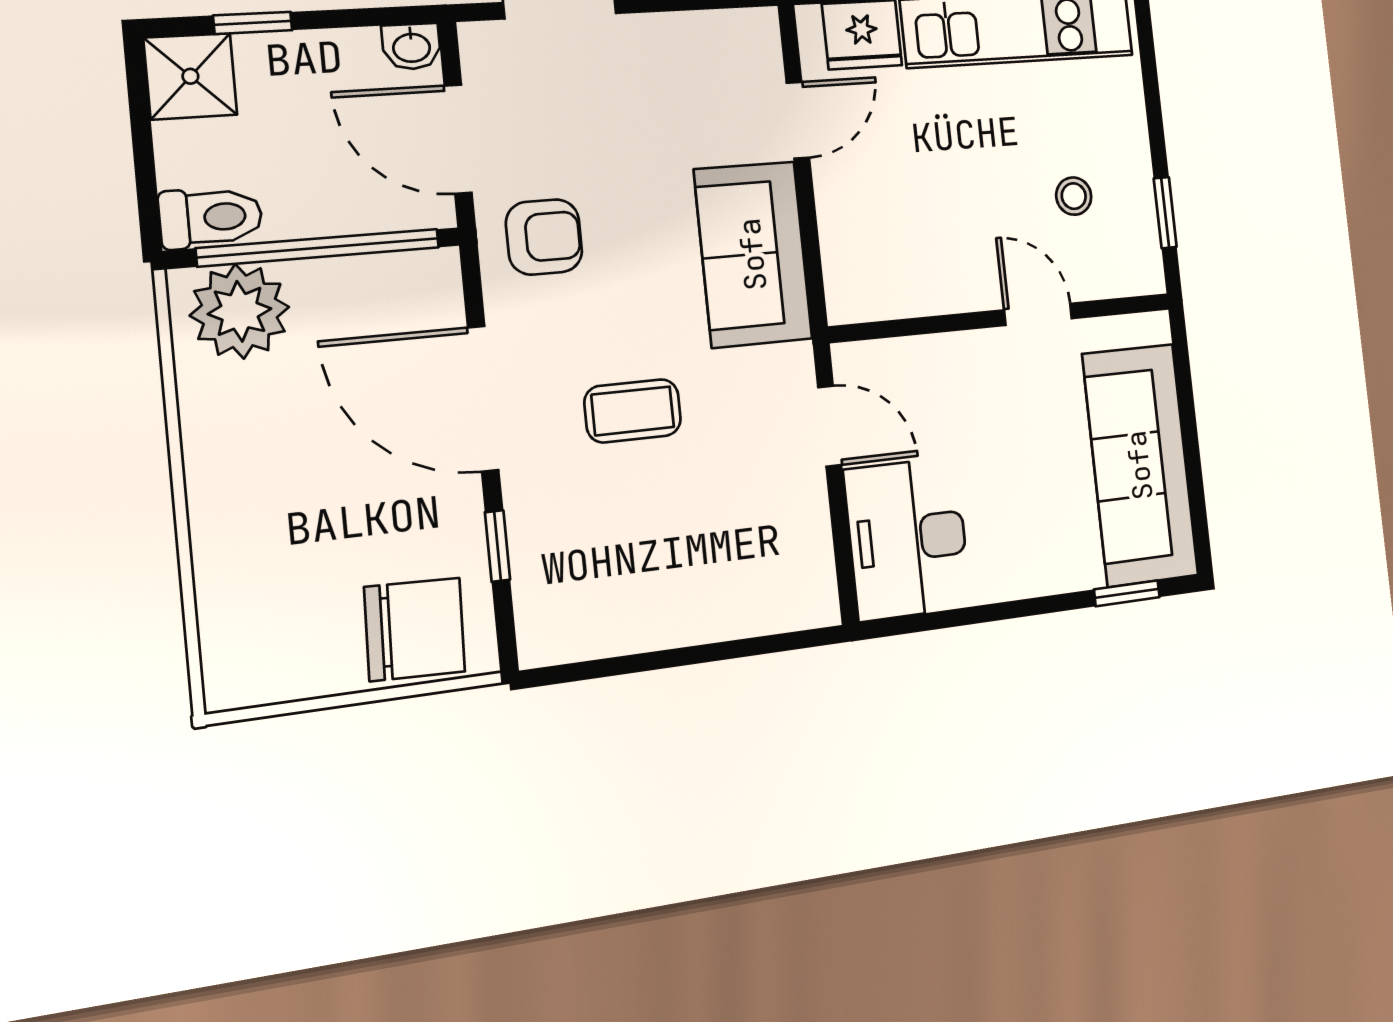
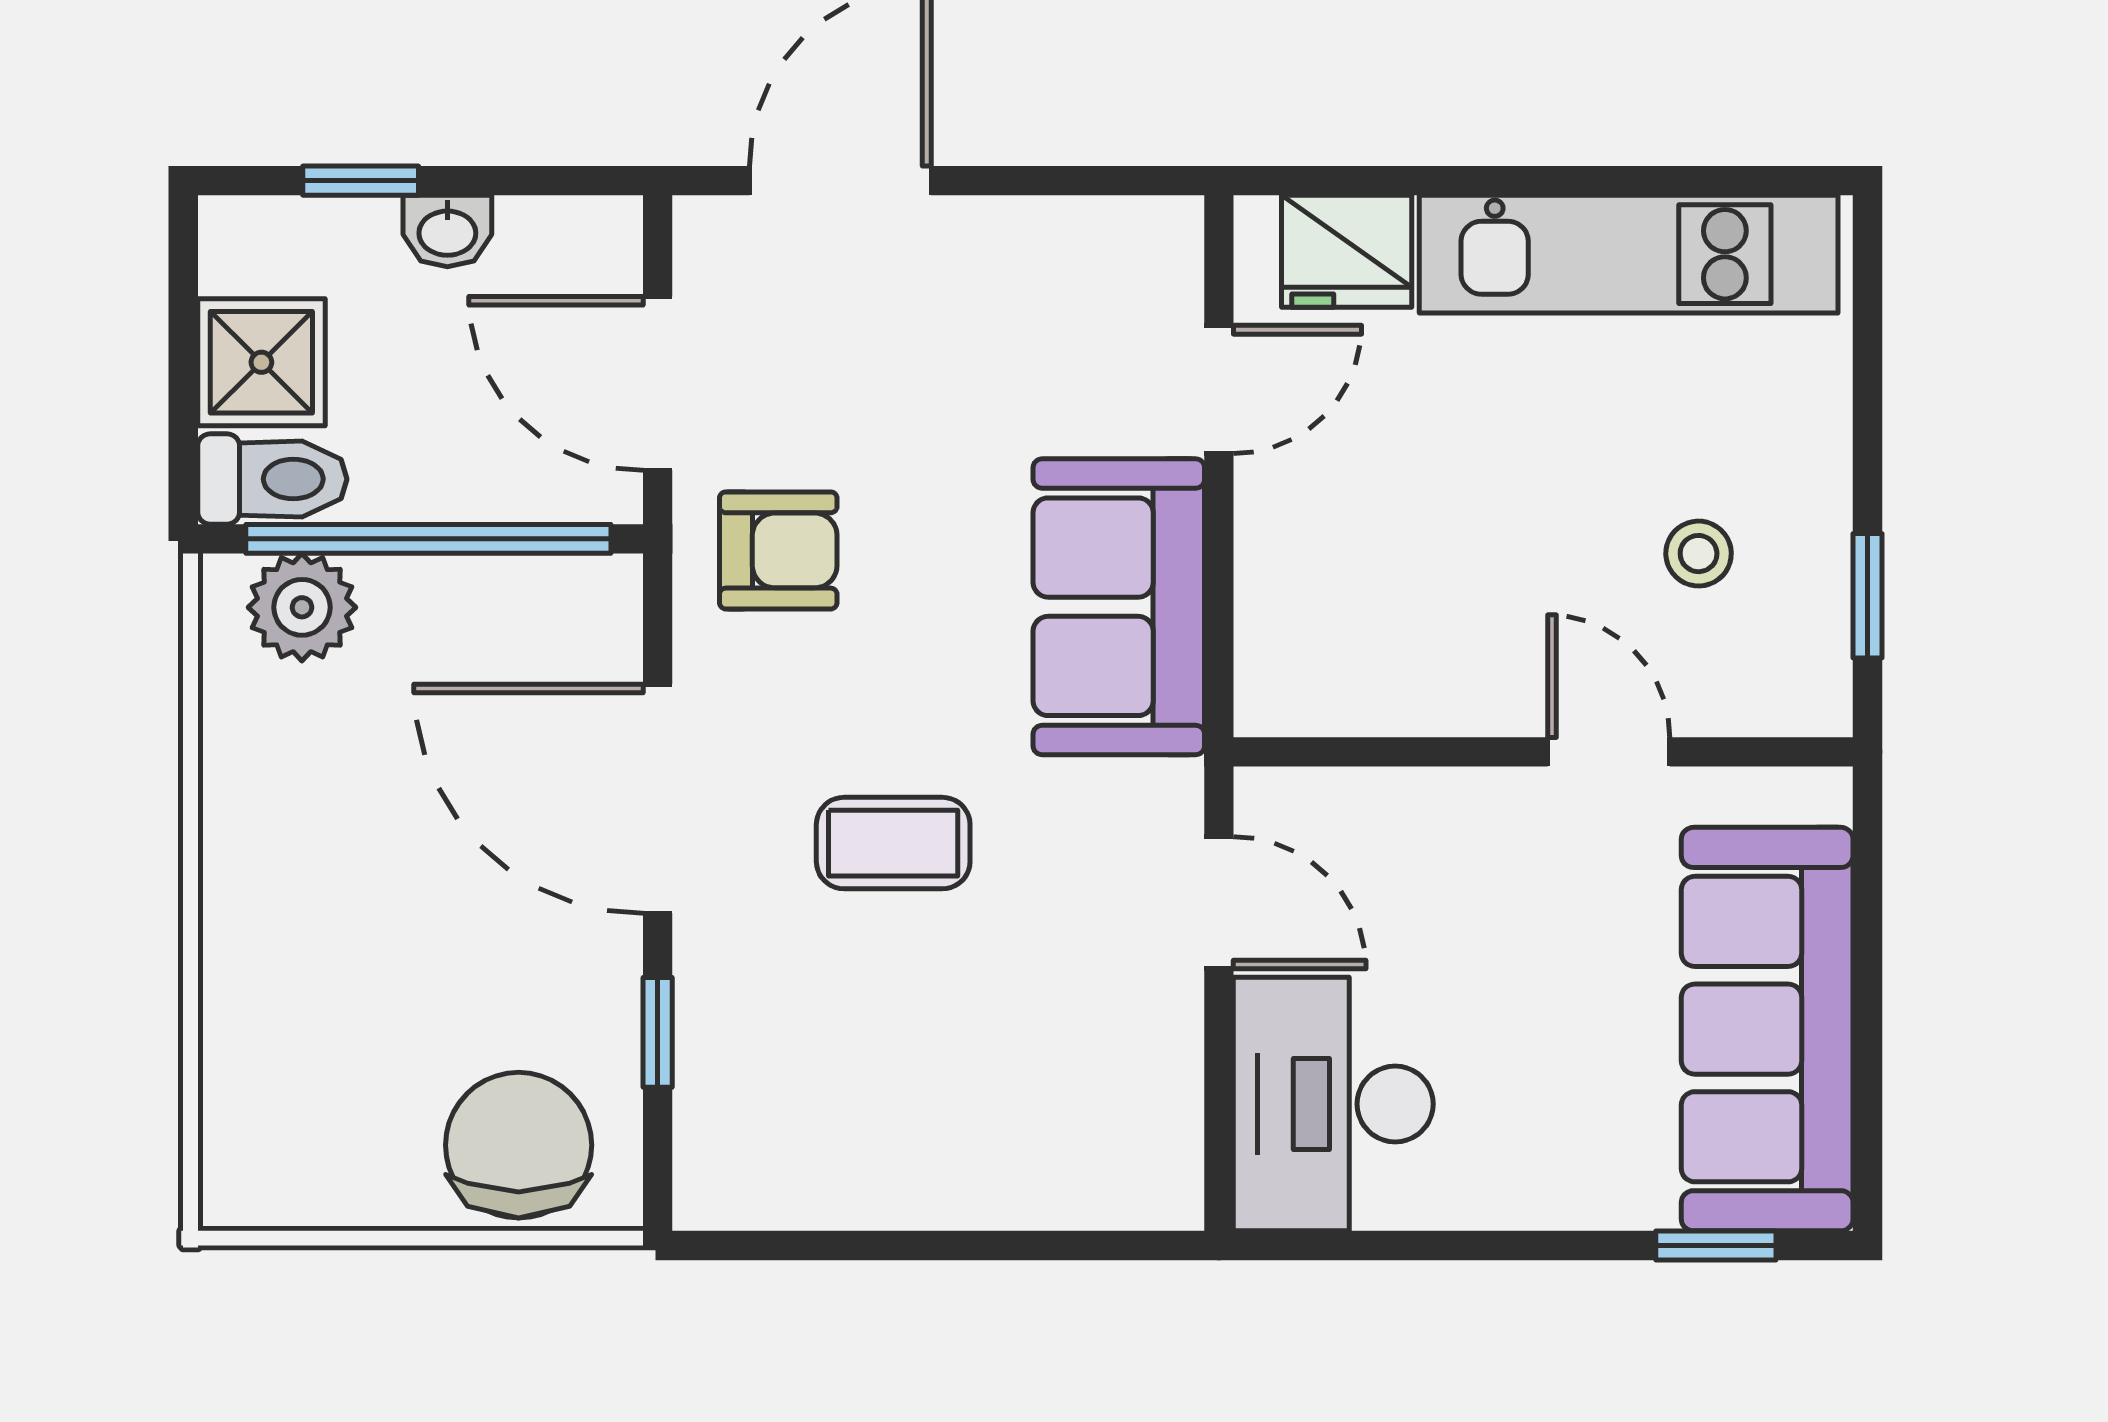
washbasin: (411, 47) -> (447, 231), moved
shower: (190, 76) -> (261, 362), moved
plant: (240, 311) -> (302, 607), width x0.73, depth x0.73
chair: (415, 629) -> (519, 1145), turned -92

